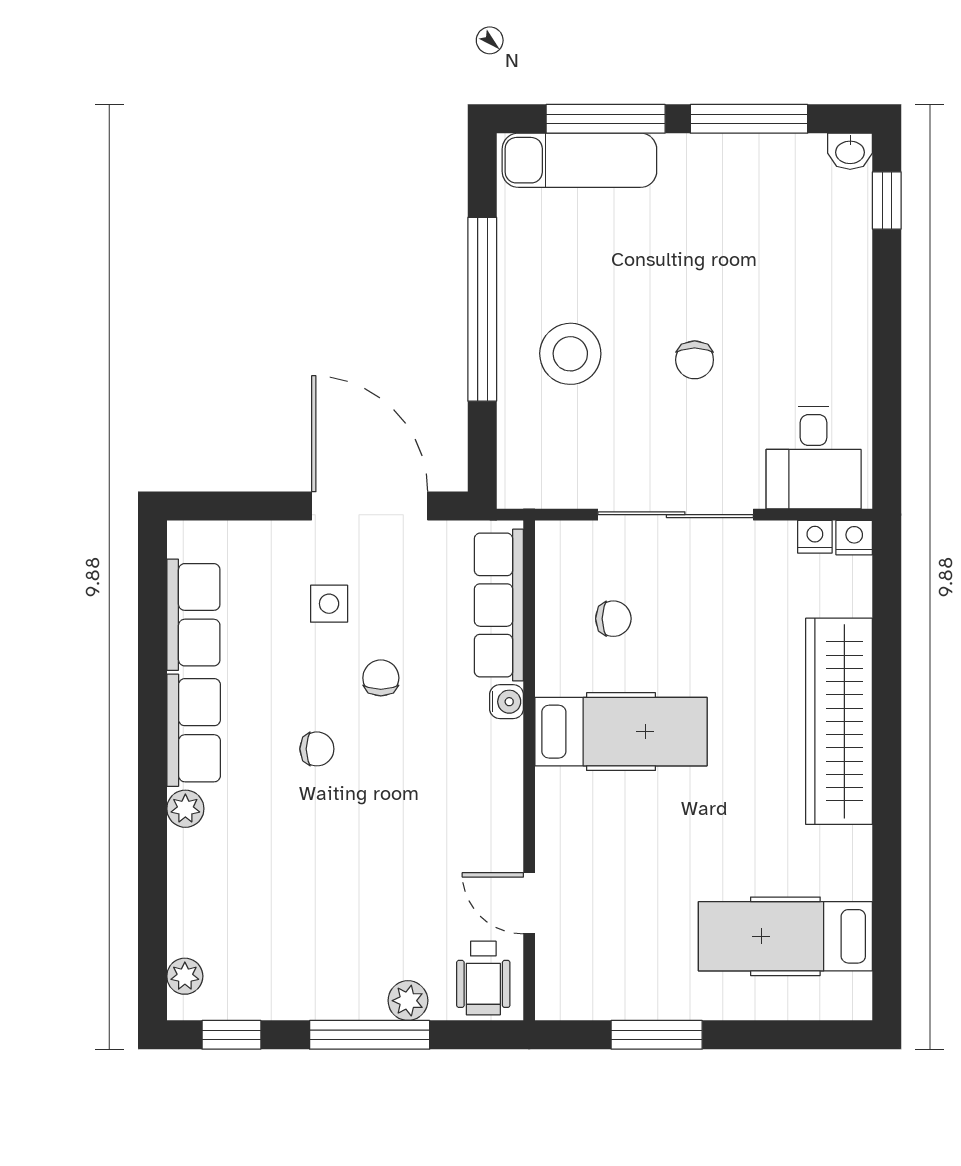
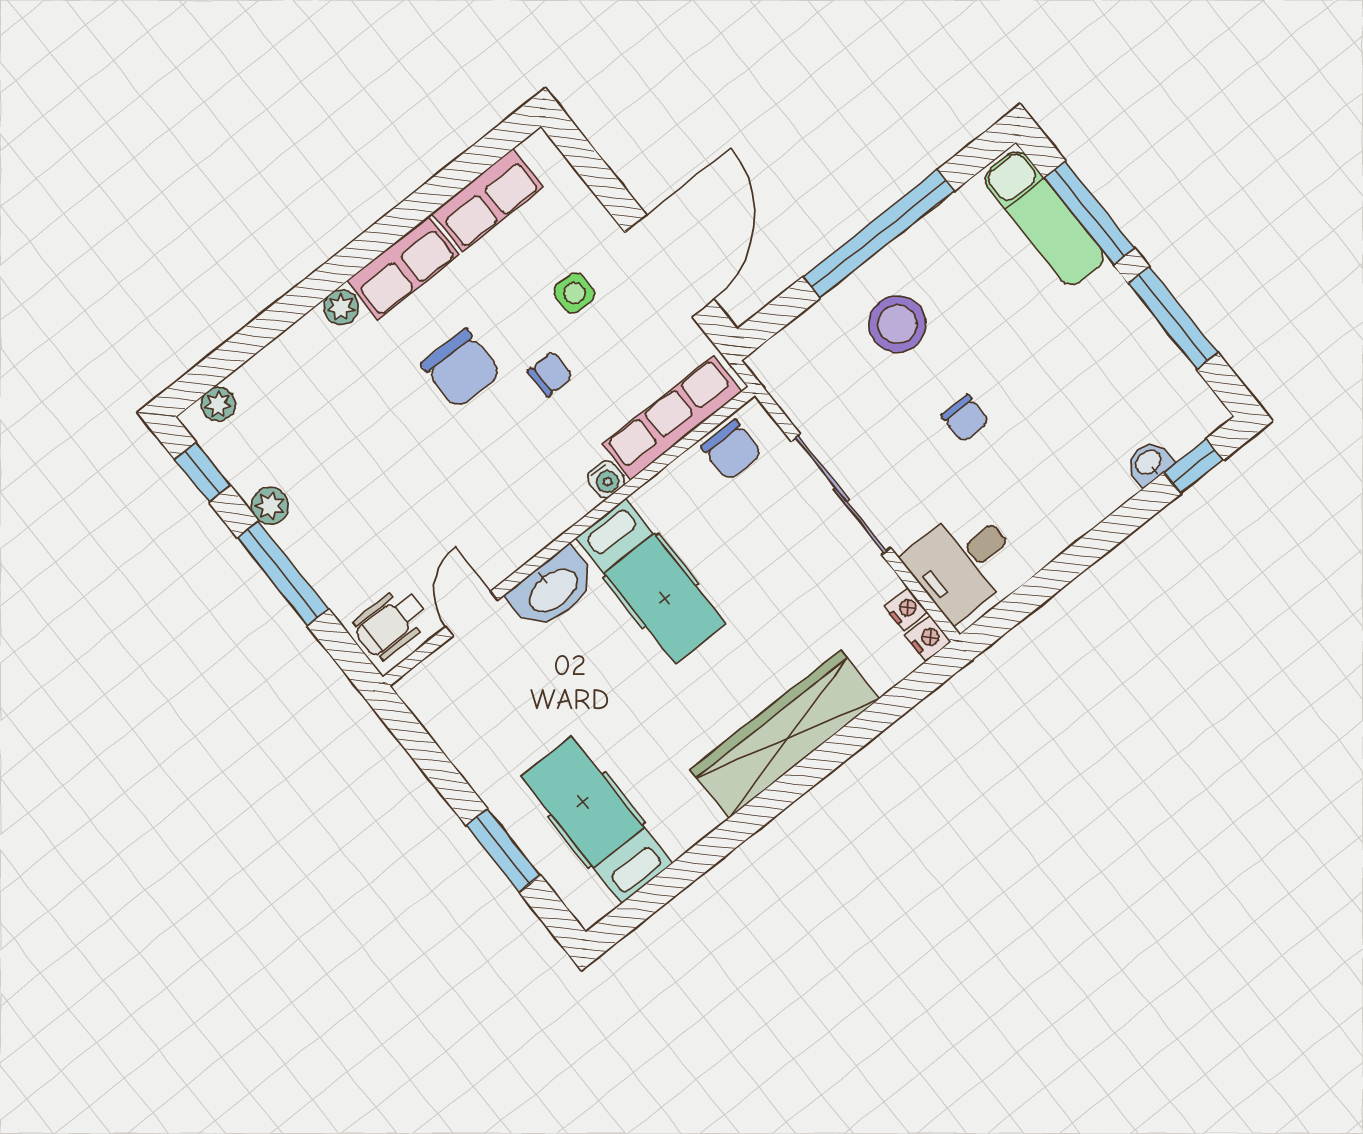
washbasin: (850, 151) -> (1149, 463), moved, turned 90
chair: (695, 360) -> (965, 418), turned -90
chair: (613, 619) -> (732, 450), moved, width x1.37, depth x1.37
chair: (317, 749) -> (461, 369), width x1.87, depth x1.87
washbasin: (563, 820) -> (552, 589), added
plant: (408, 1001) -> (270, 506), moved
window: (657, 1035) -> (503, 850), moved

